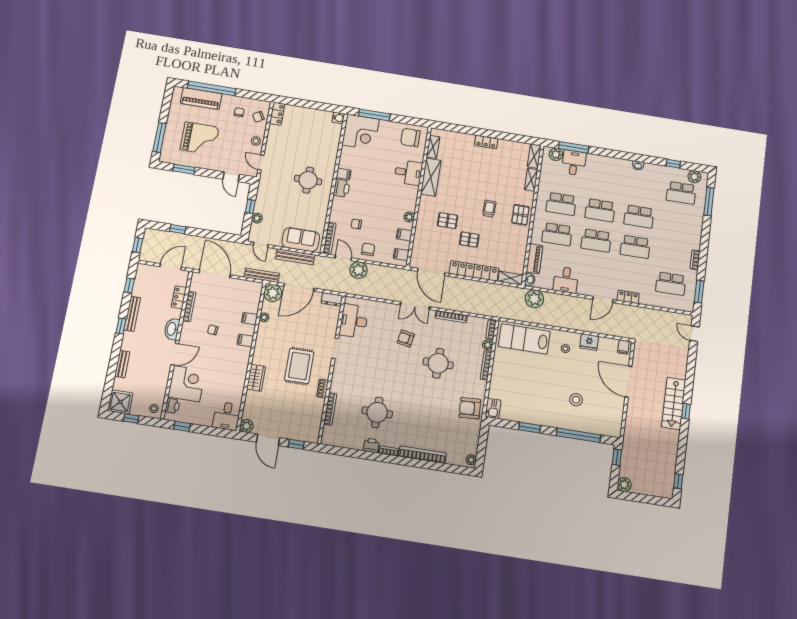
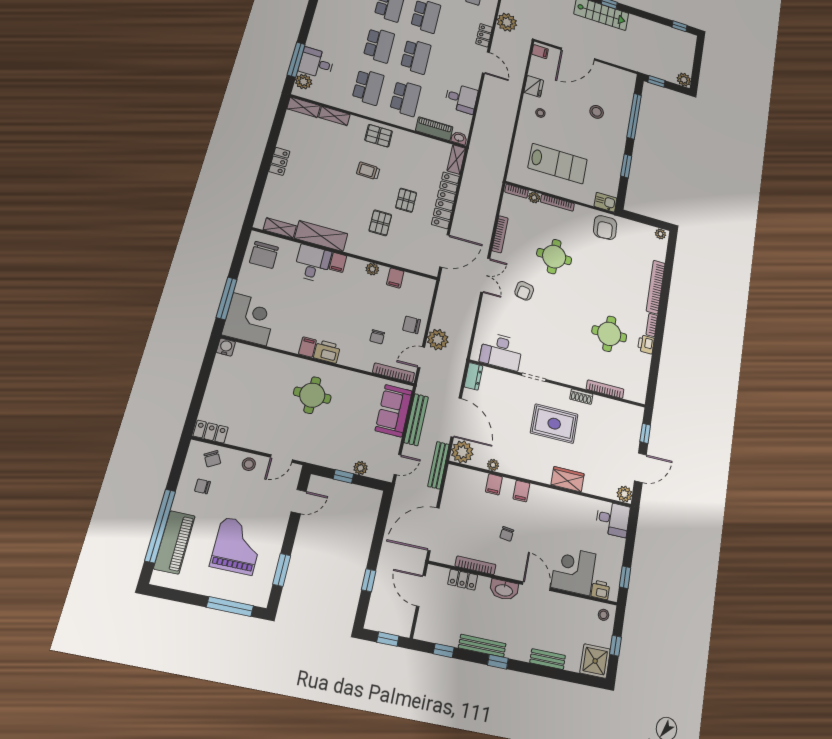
filing cabinet: (401, 254) -> (338, 262), moved
plant: (534, 299) -> (507, 22), moved
lab bench: (524, 339) -> (558, 164), moved, turned -90

